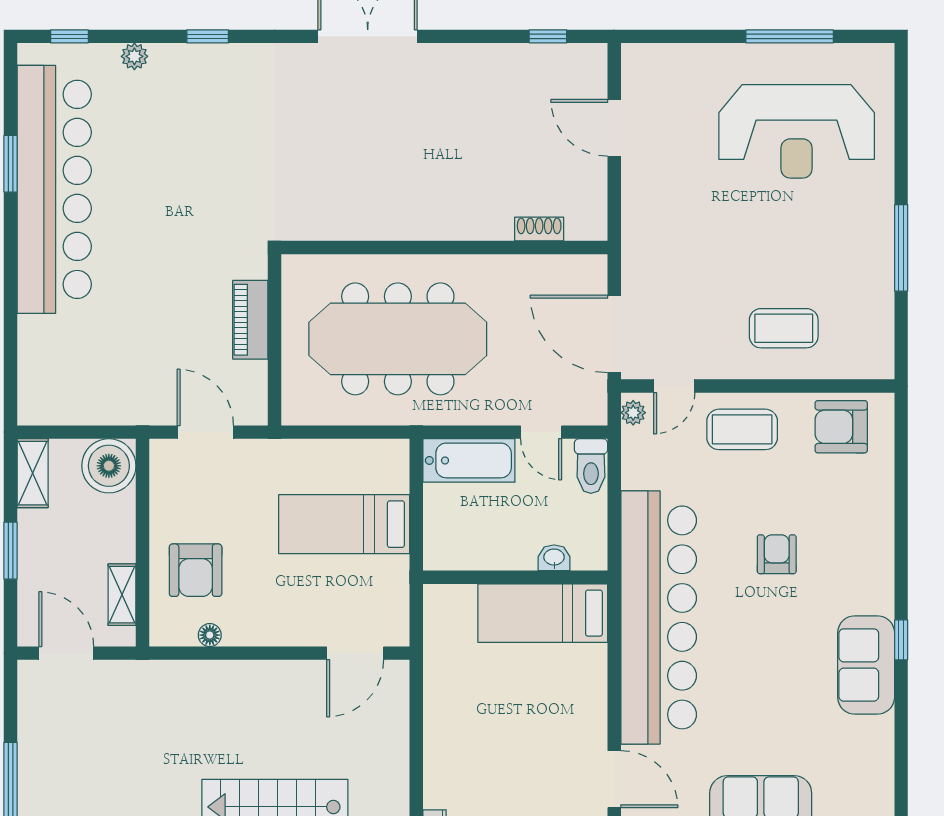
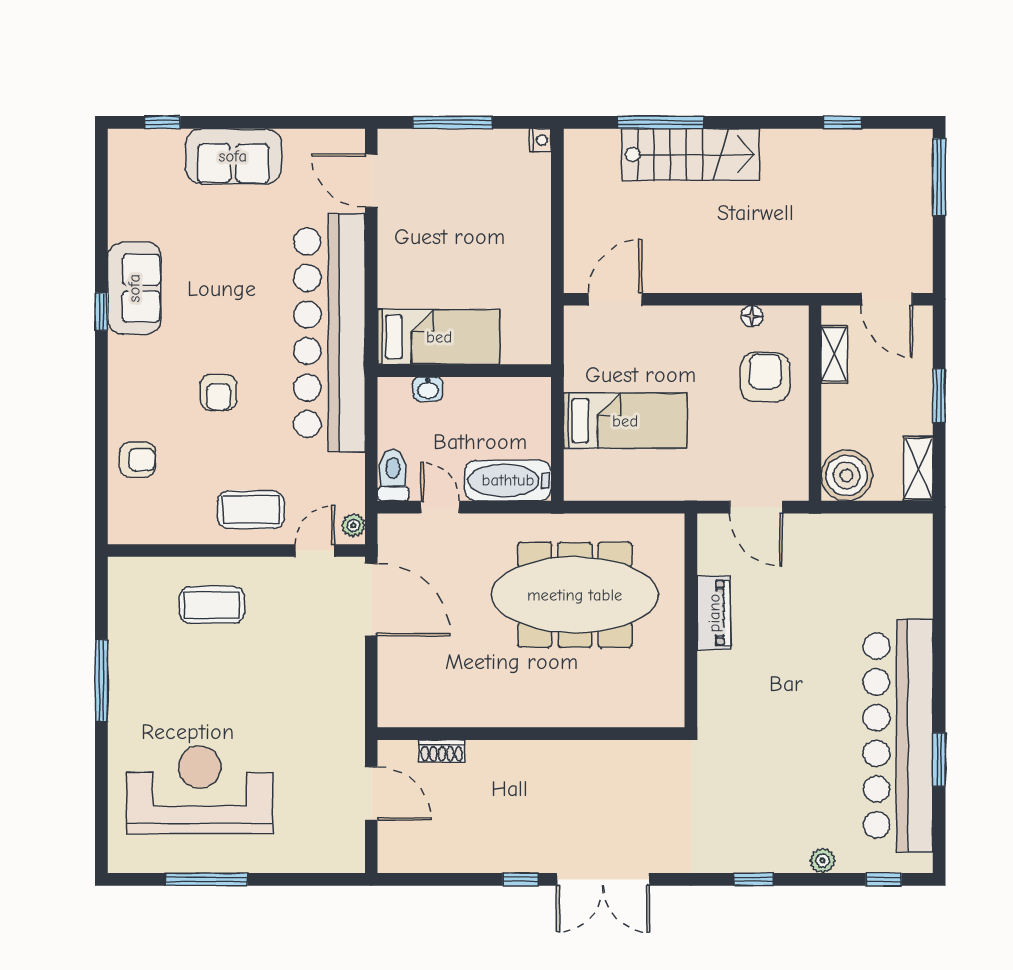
window: (548, 36) -> (521, 879), moved
shoe rack: (539, 229) -> (442, 751), moved
wall: (444, 247) -> (531, 734), moved
armchair: (841, 427) -> (137, 460), moved, width x0.72, depth x0.72

